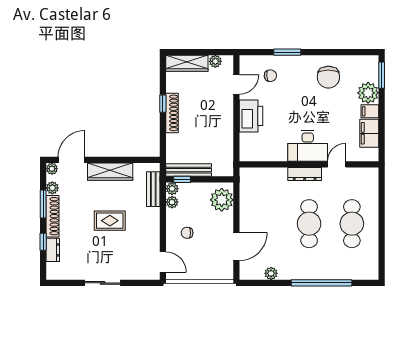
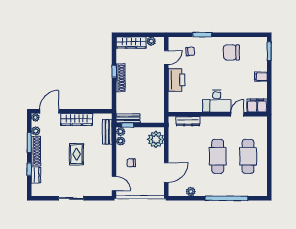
chair: (328, 77) -> (231, 52), turned 90
plant: (368, 93) -> (260, 64), removed
filing cabinet: (369, 133) -> (257, 106), moved, turned 90
bench: (189, 170) -> (128, 118), width x0.73
dresser: (305, 174) -> (188, 121), moved
rug: (110, 221) -> (76, 154), turned 90

